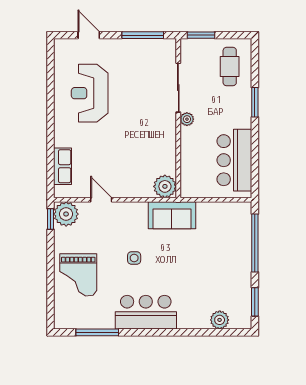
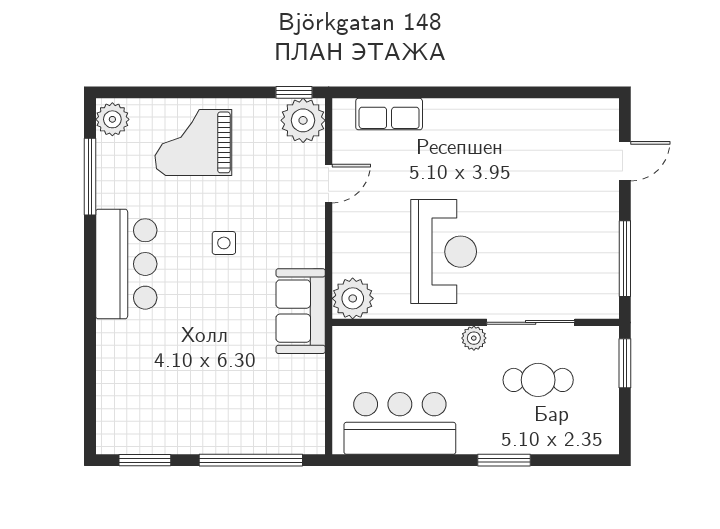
cafe table: (230, 67) -> (538, 380), moved
reception desk: (90, 93) -> (444, 252), moved, turned 90
plant: (220, 320) -> (112, 119), moved

